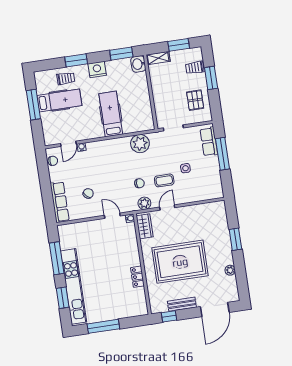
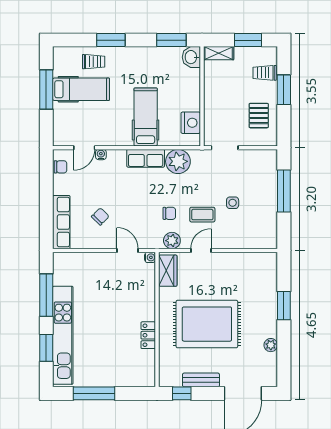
nightstand: (97, 69) -> (191, 123), moved, turned 90
row of seats: (209, 142) -> (146, 158), moved, turned -90

